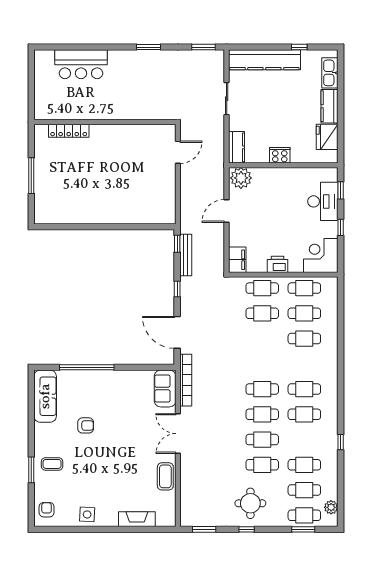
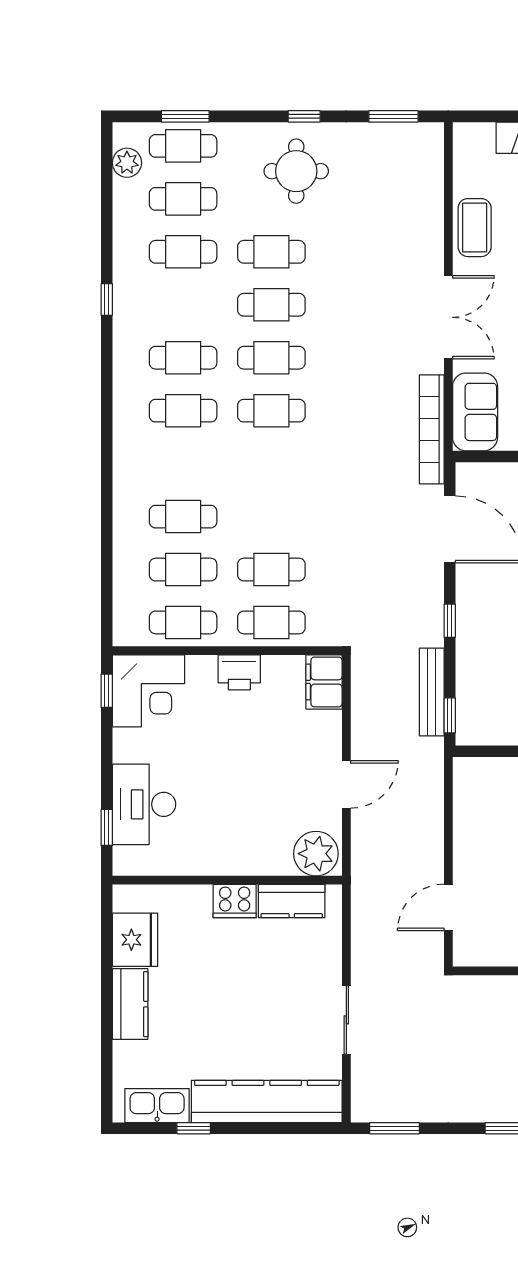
kitchen sink: (330, 73) -> (157, 1106), moved, turned -90
kitchen counter: (236, 147) -> (292, 901), moved, turned -90
window: (341, 227) -> (107, 691), moved

